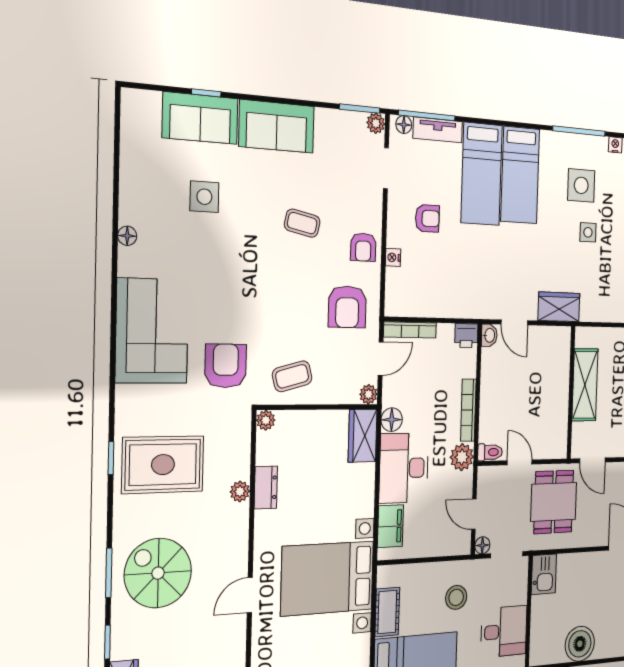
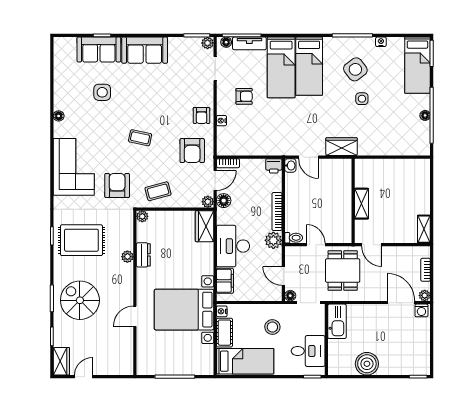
side table: (581, 185) -> (355, 69), turned -37
coffee table: (302, 223) -> (140, 138), moved
bookcase: (410, 330) -> (228, 163), width x0.64
shelving: (585, 385) -> (361, 204), width x0.67, depth x0.75
floor lamp: (392, 420) -> (224, 201), moved
kitchen sink: (544, 574) -> (337, 321), width x1.38
nightstand: (384, 577) -> (222, 311), added

